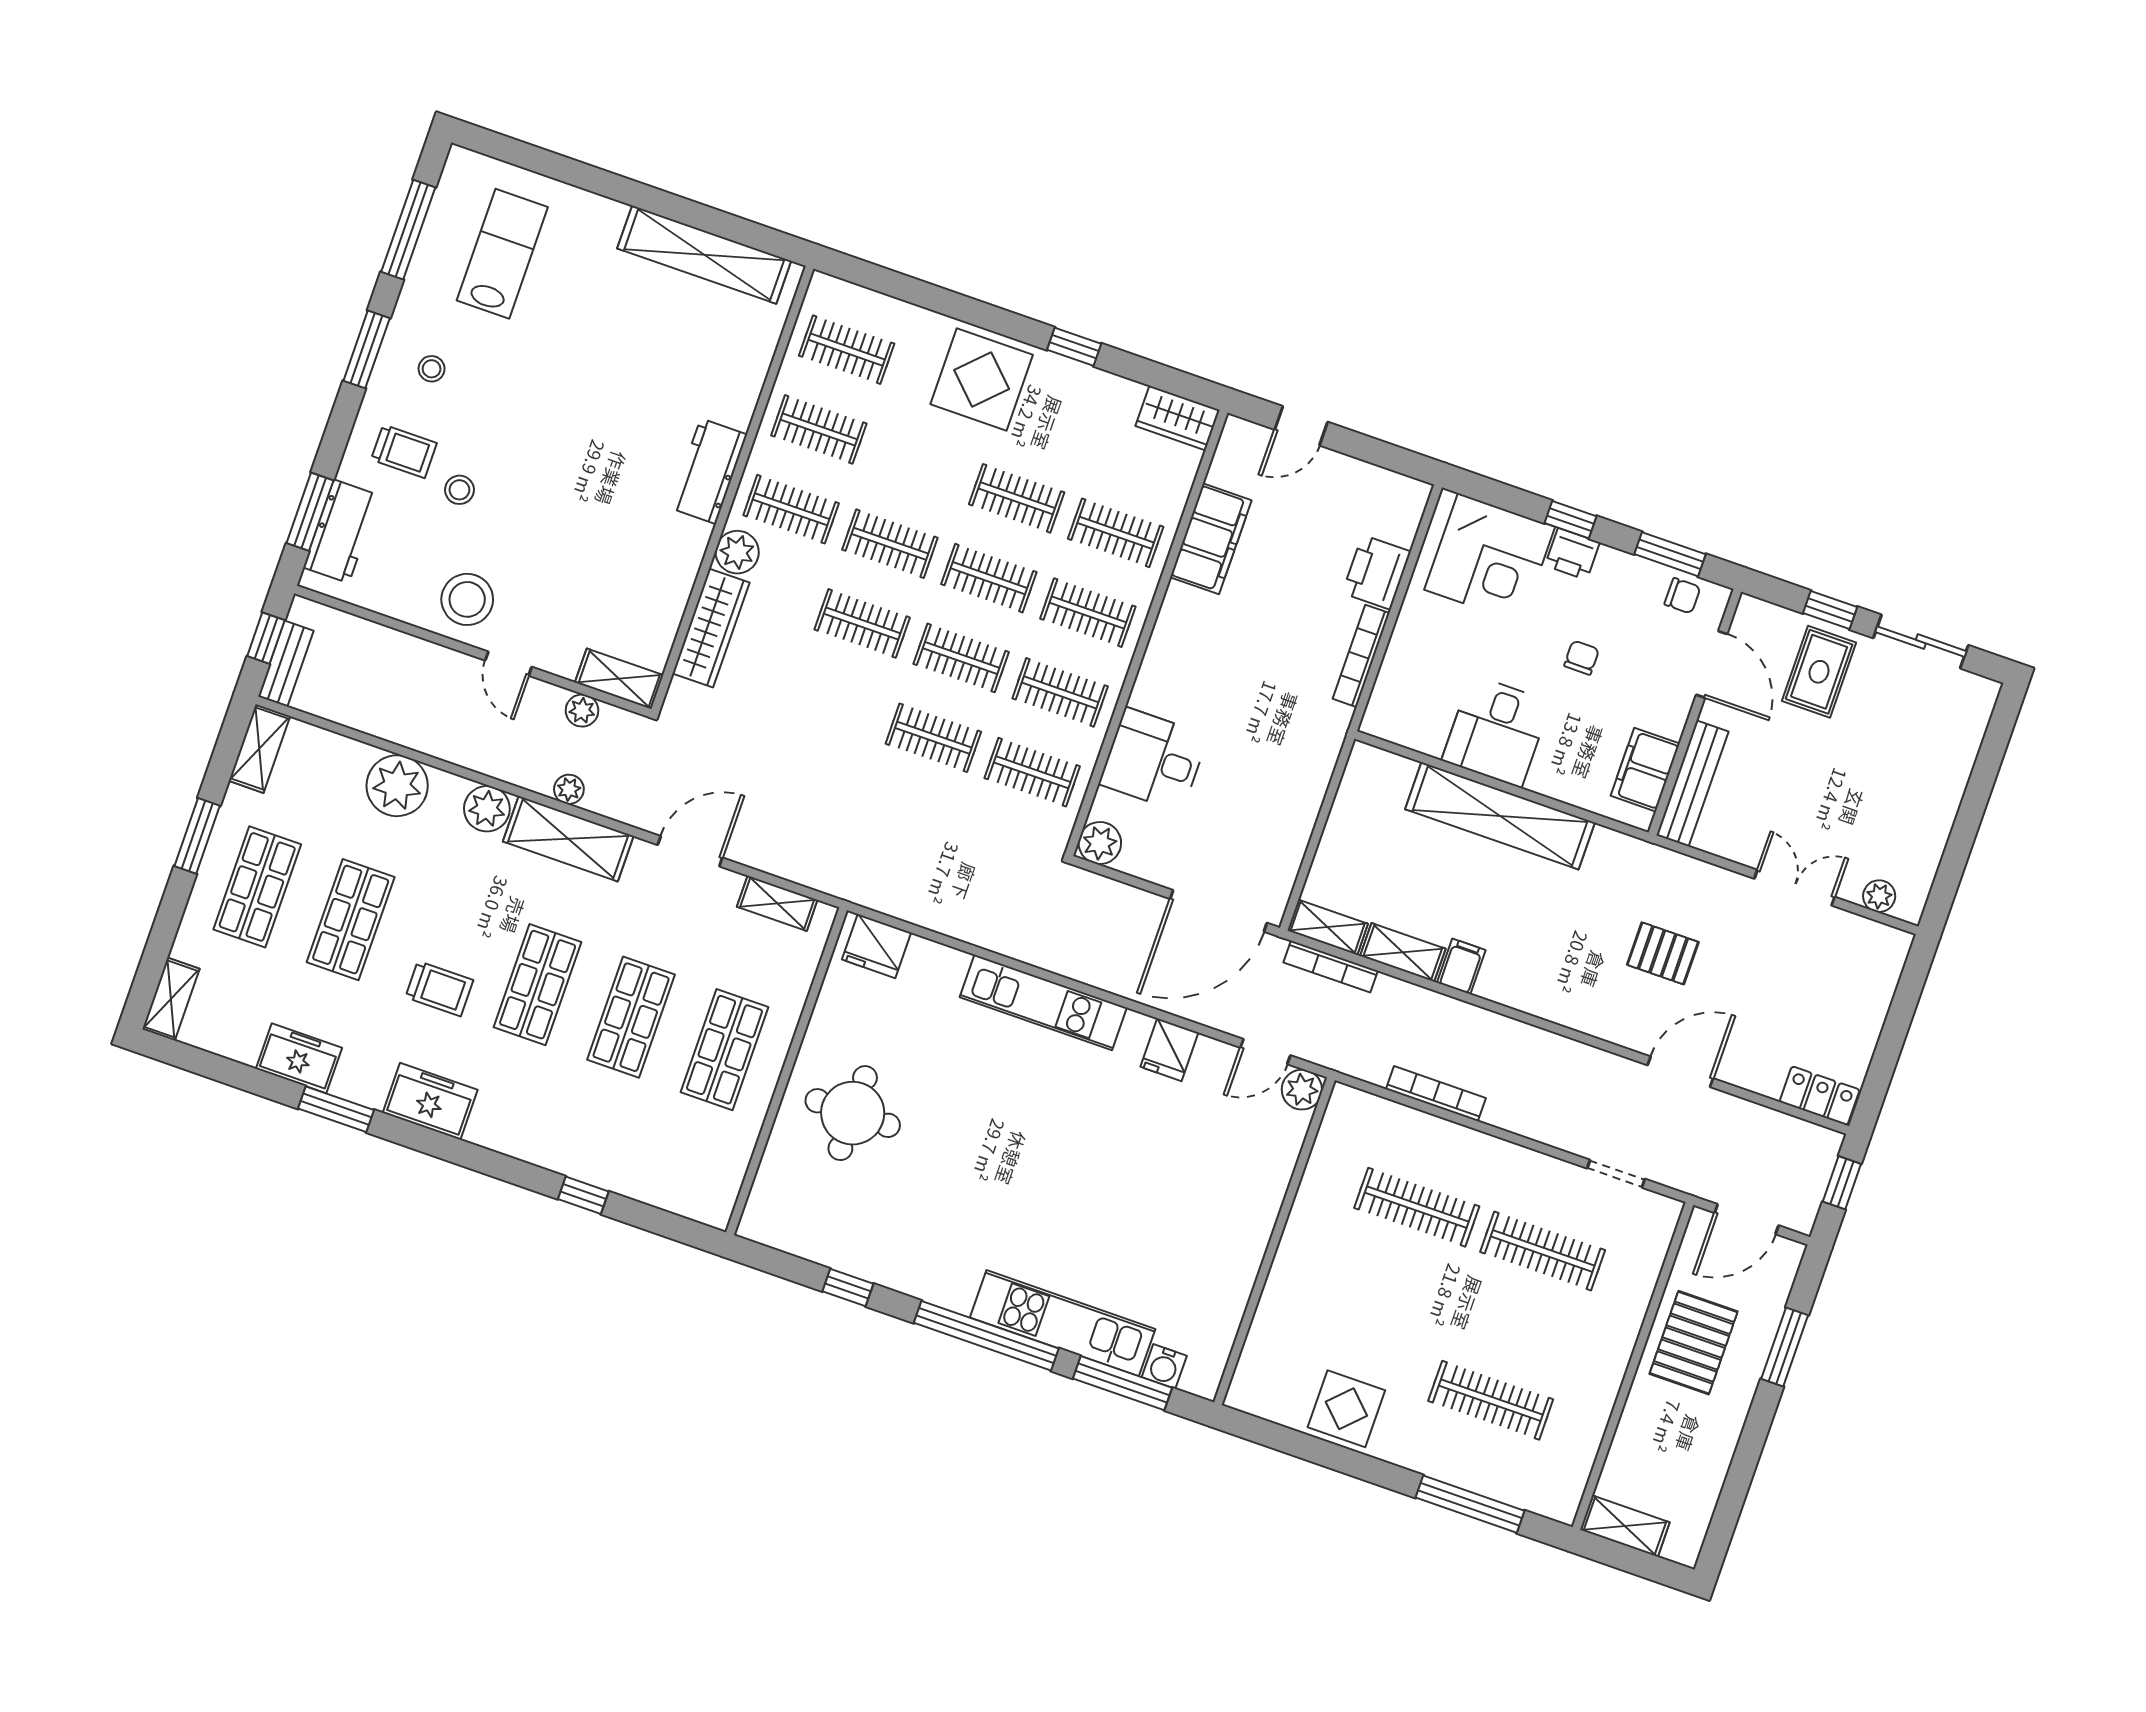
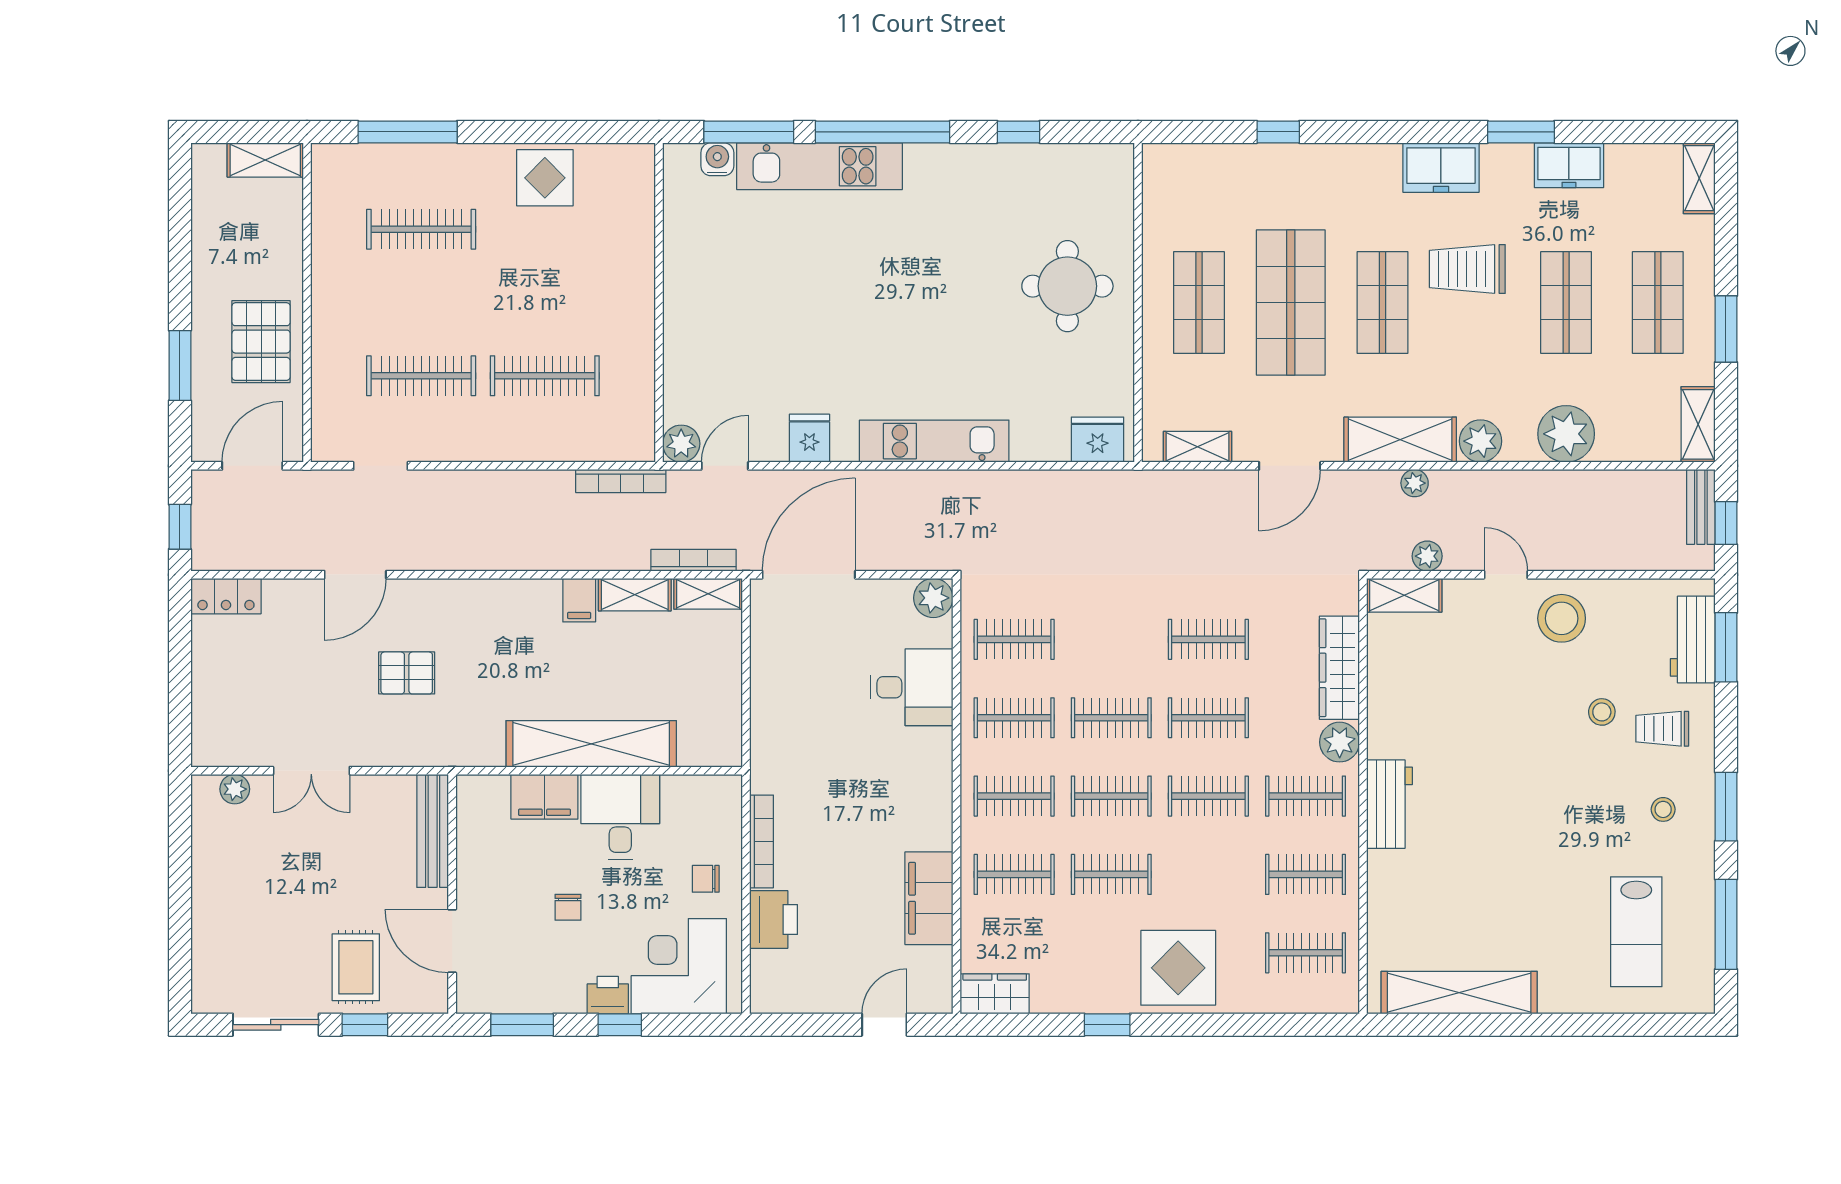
chair: (1682, 596) -> (706, 879), moved
clothes rail: (933, 738) -> (1208, 639), moved
filing cabinet: (1645, 770) -> (544, 797), moved, turned 90
trolley: (439, 989) -> (1467, 269), width x1.36, depth x1.39
shop shelf: (631, 1017) -> (1291, 303), width x1.43, depth x1.36
bookcase: (1436, 1094) -> (621, 481), moved

